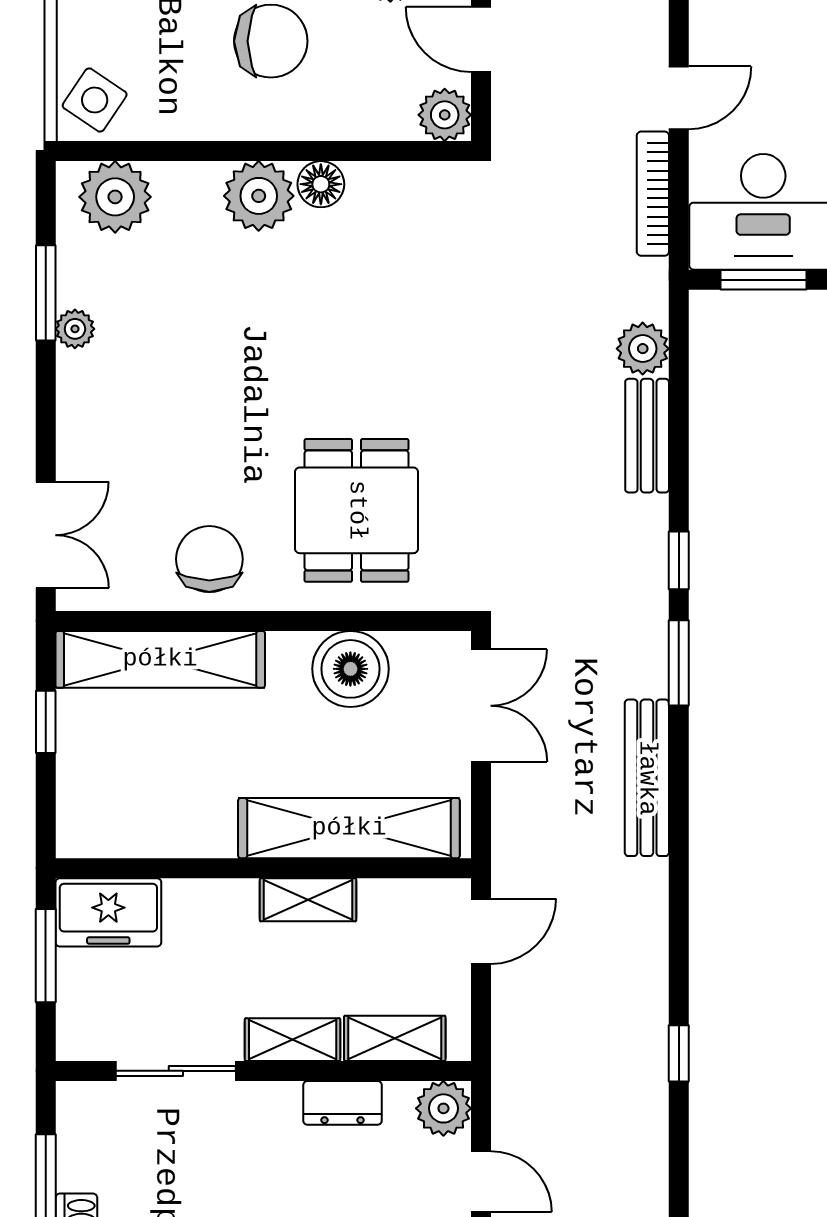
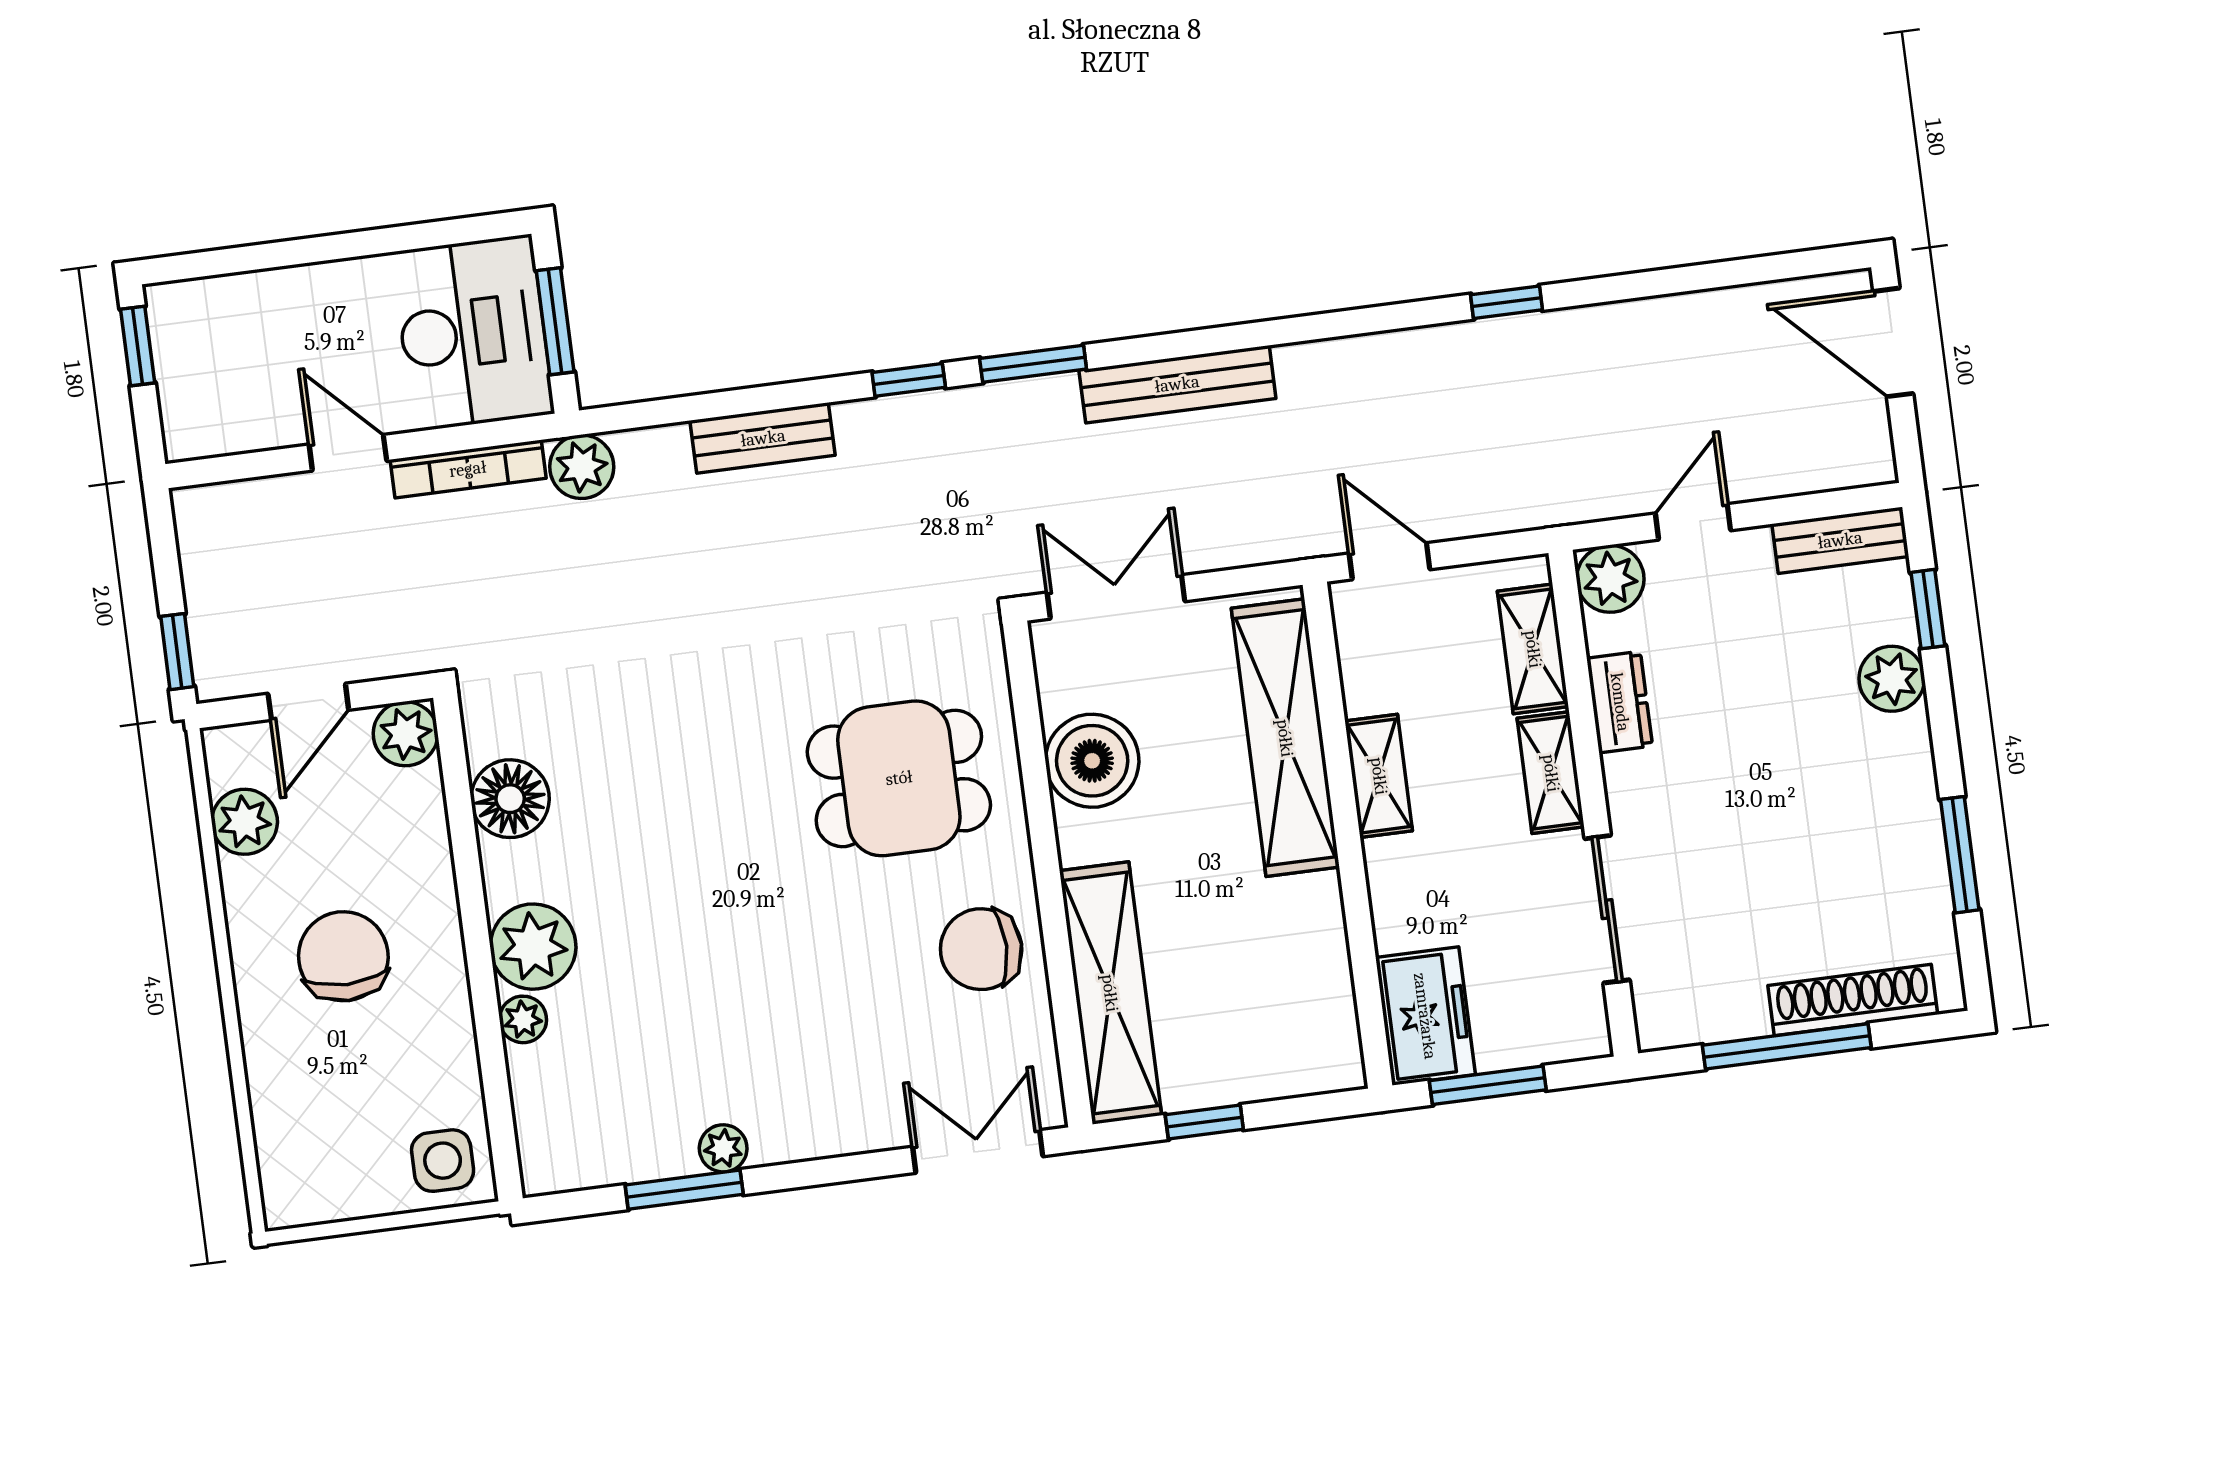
side table: (95, 100) -> (443, 1161), turned -34
floor lamp: (321, 184) -> (510, 799), moved, width x1.38, depth x1.38
plant: (115, 197) -> (523, 1019), moved, width x0.53, depth x0.53
plant: (643, 349) -> (582, 467), moved

